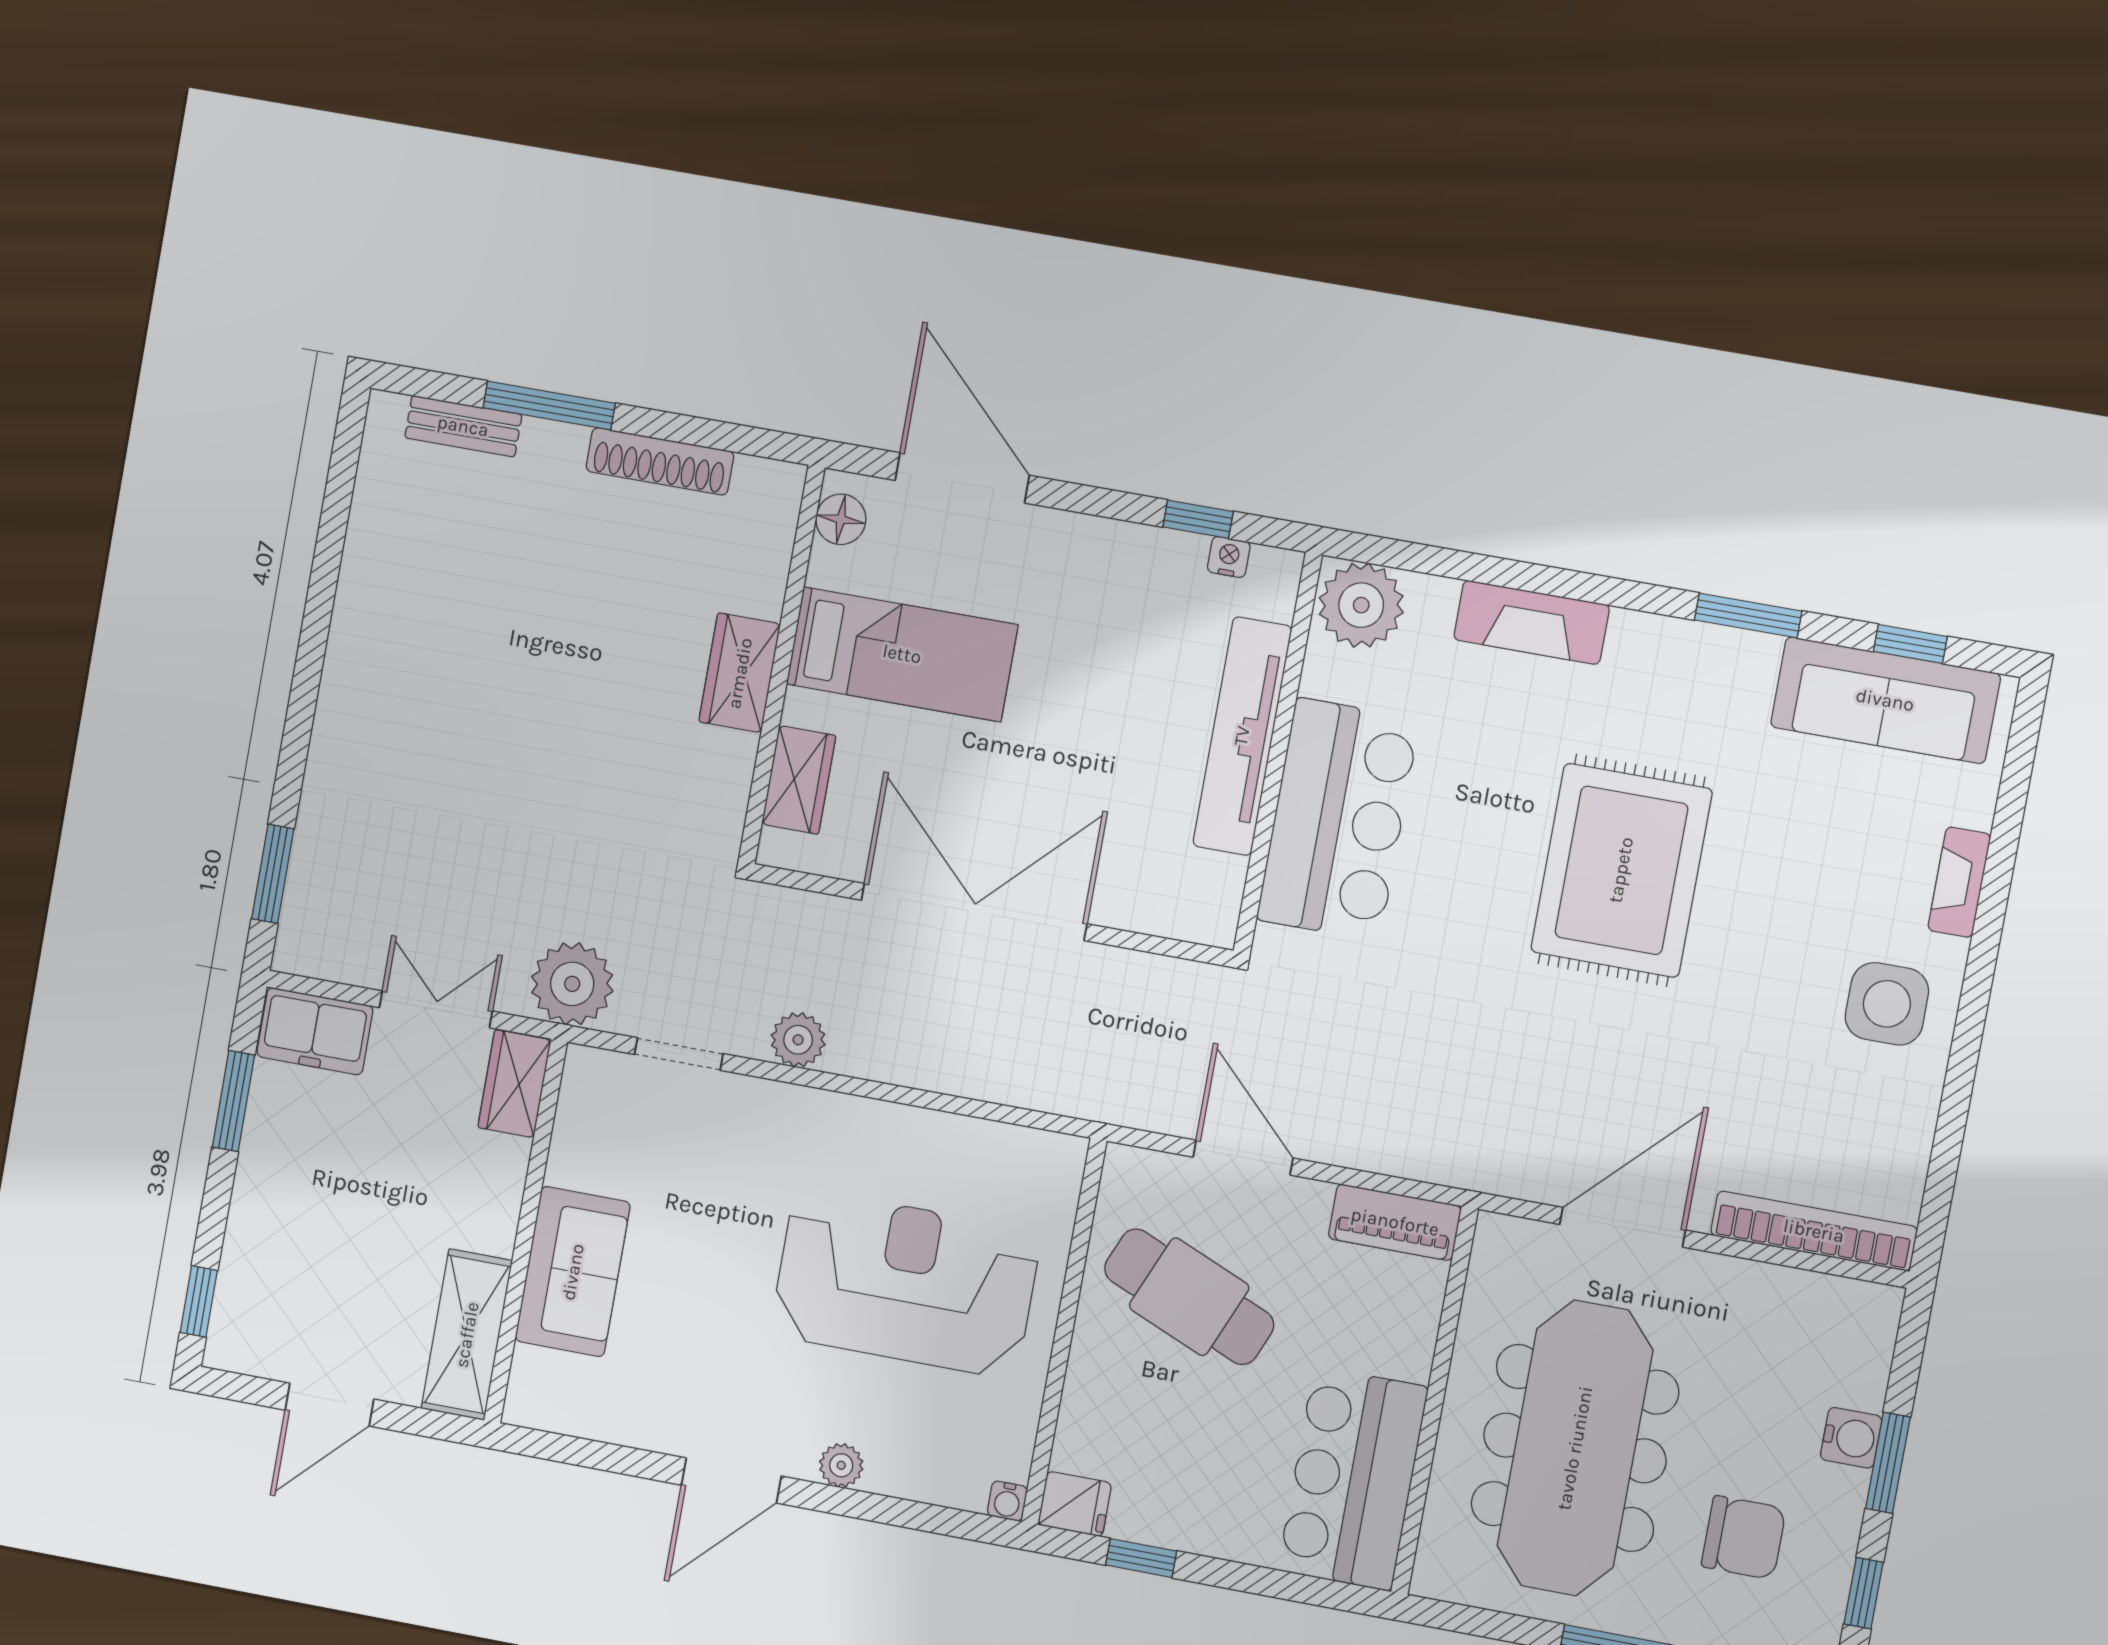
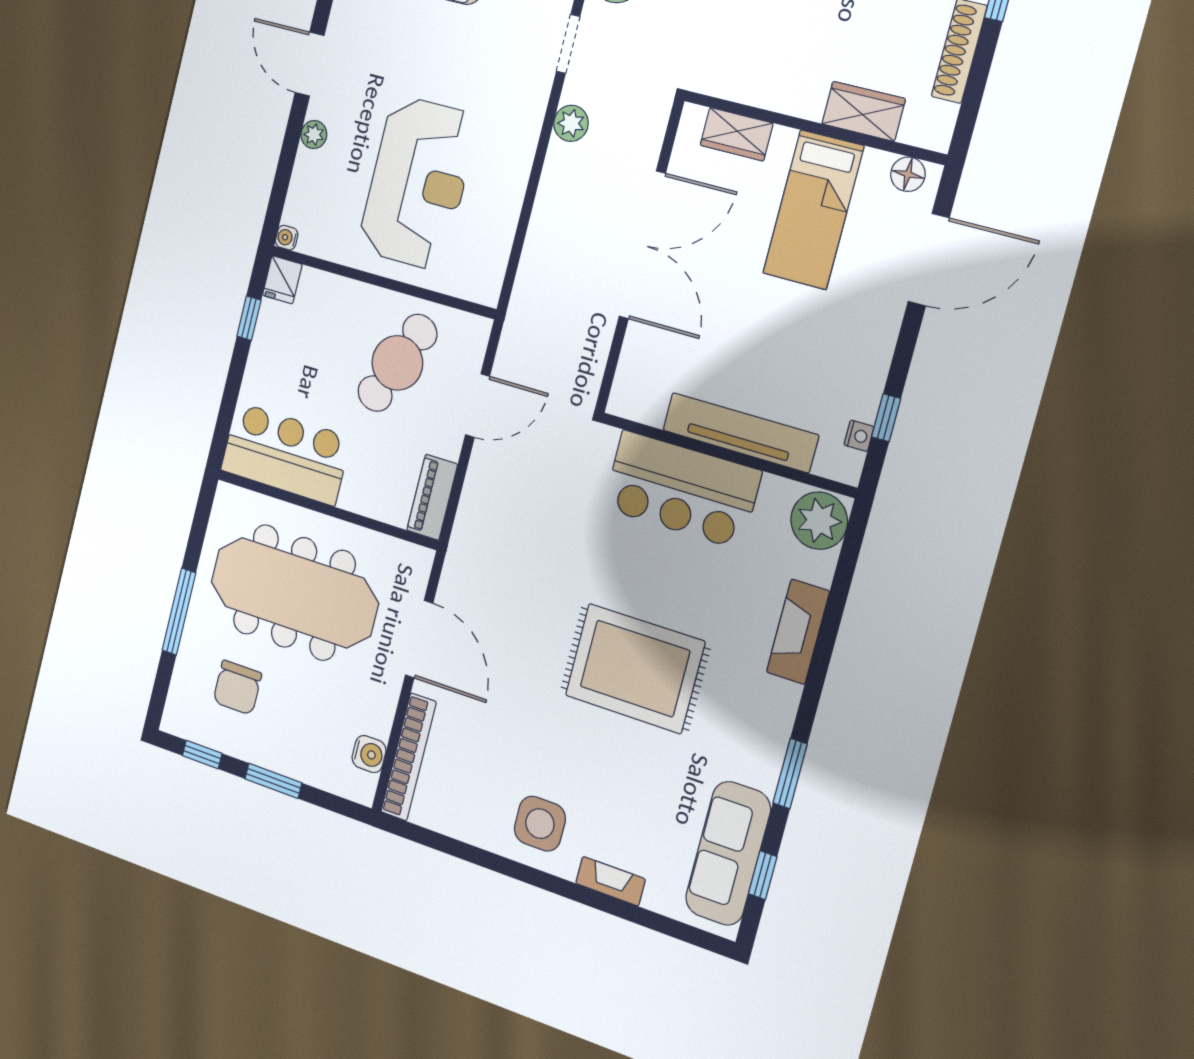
wardrobe: (740, 673) -> (864, 111), moved
water cooler: (1851, 1438) -> (369, 754), moved, turned -90

